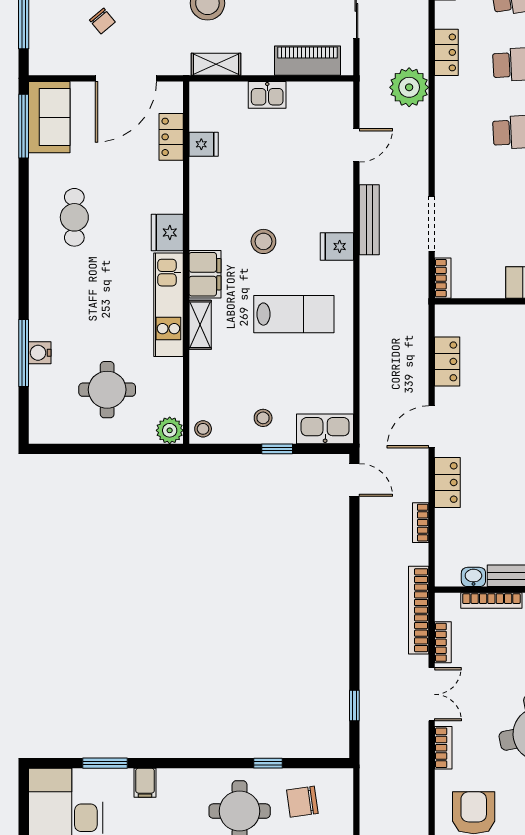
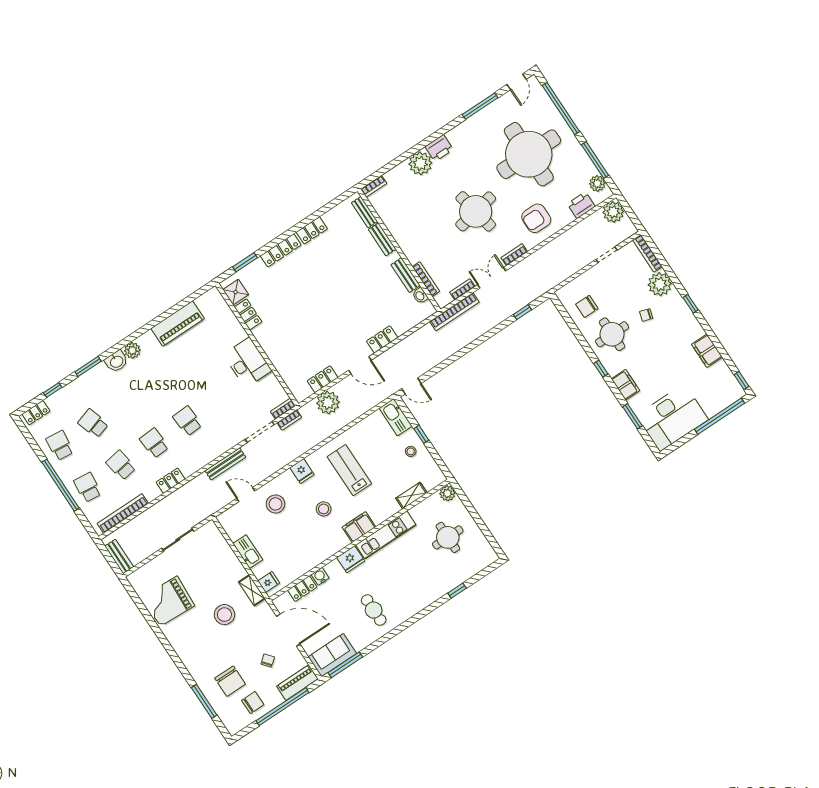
piano: (307, 61) -> (298, 683), moved, turned 90
plant: (409, 87) -> (328, 403), moved
kitchen sink: (267, 95) -> (248, 552), width x1.38
fridge: (204, 144) -> (269, 582), moved, turned 90
cafe table: (74, 217) -> (374, 610), turned 90
bench: (369, 220) -> (225, 464), moved
shelving: (200, 325) -> (411, 496), moved
window: (24, 353) -> (457, 591), width x0.46
water cooler: (40, 353) -> (320, 576), moved, turned 180
stool: (203, 429) -> (275, 504), moved, width x1.89, depth x1.89
door: (354, 480) -> (411, 386), swing flipped
bookcase: (421, 523) -> (289, 420), moved
window: (268, 763) -> (601, 369), moved
filing cabinet: (145, 783) -> (625, 385), width x2.00
chair: (302, 802) -> (587, 306), turned 98

